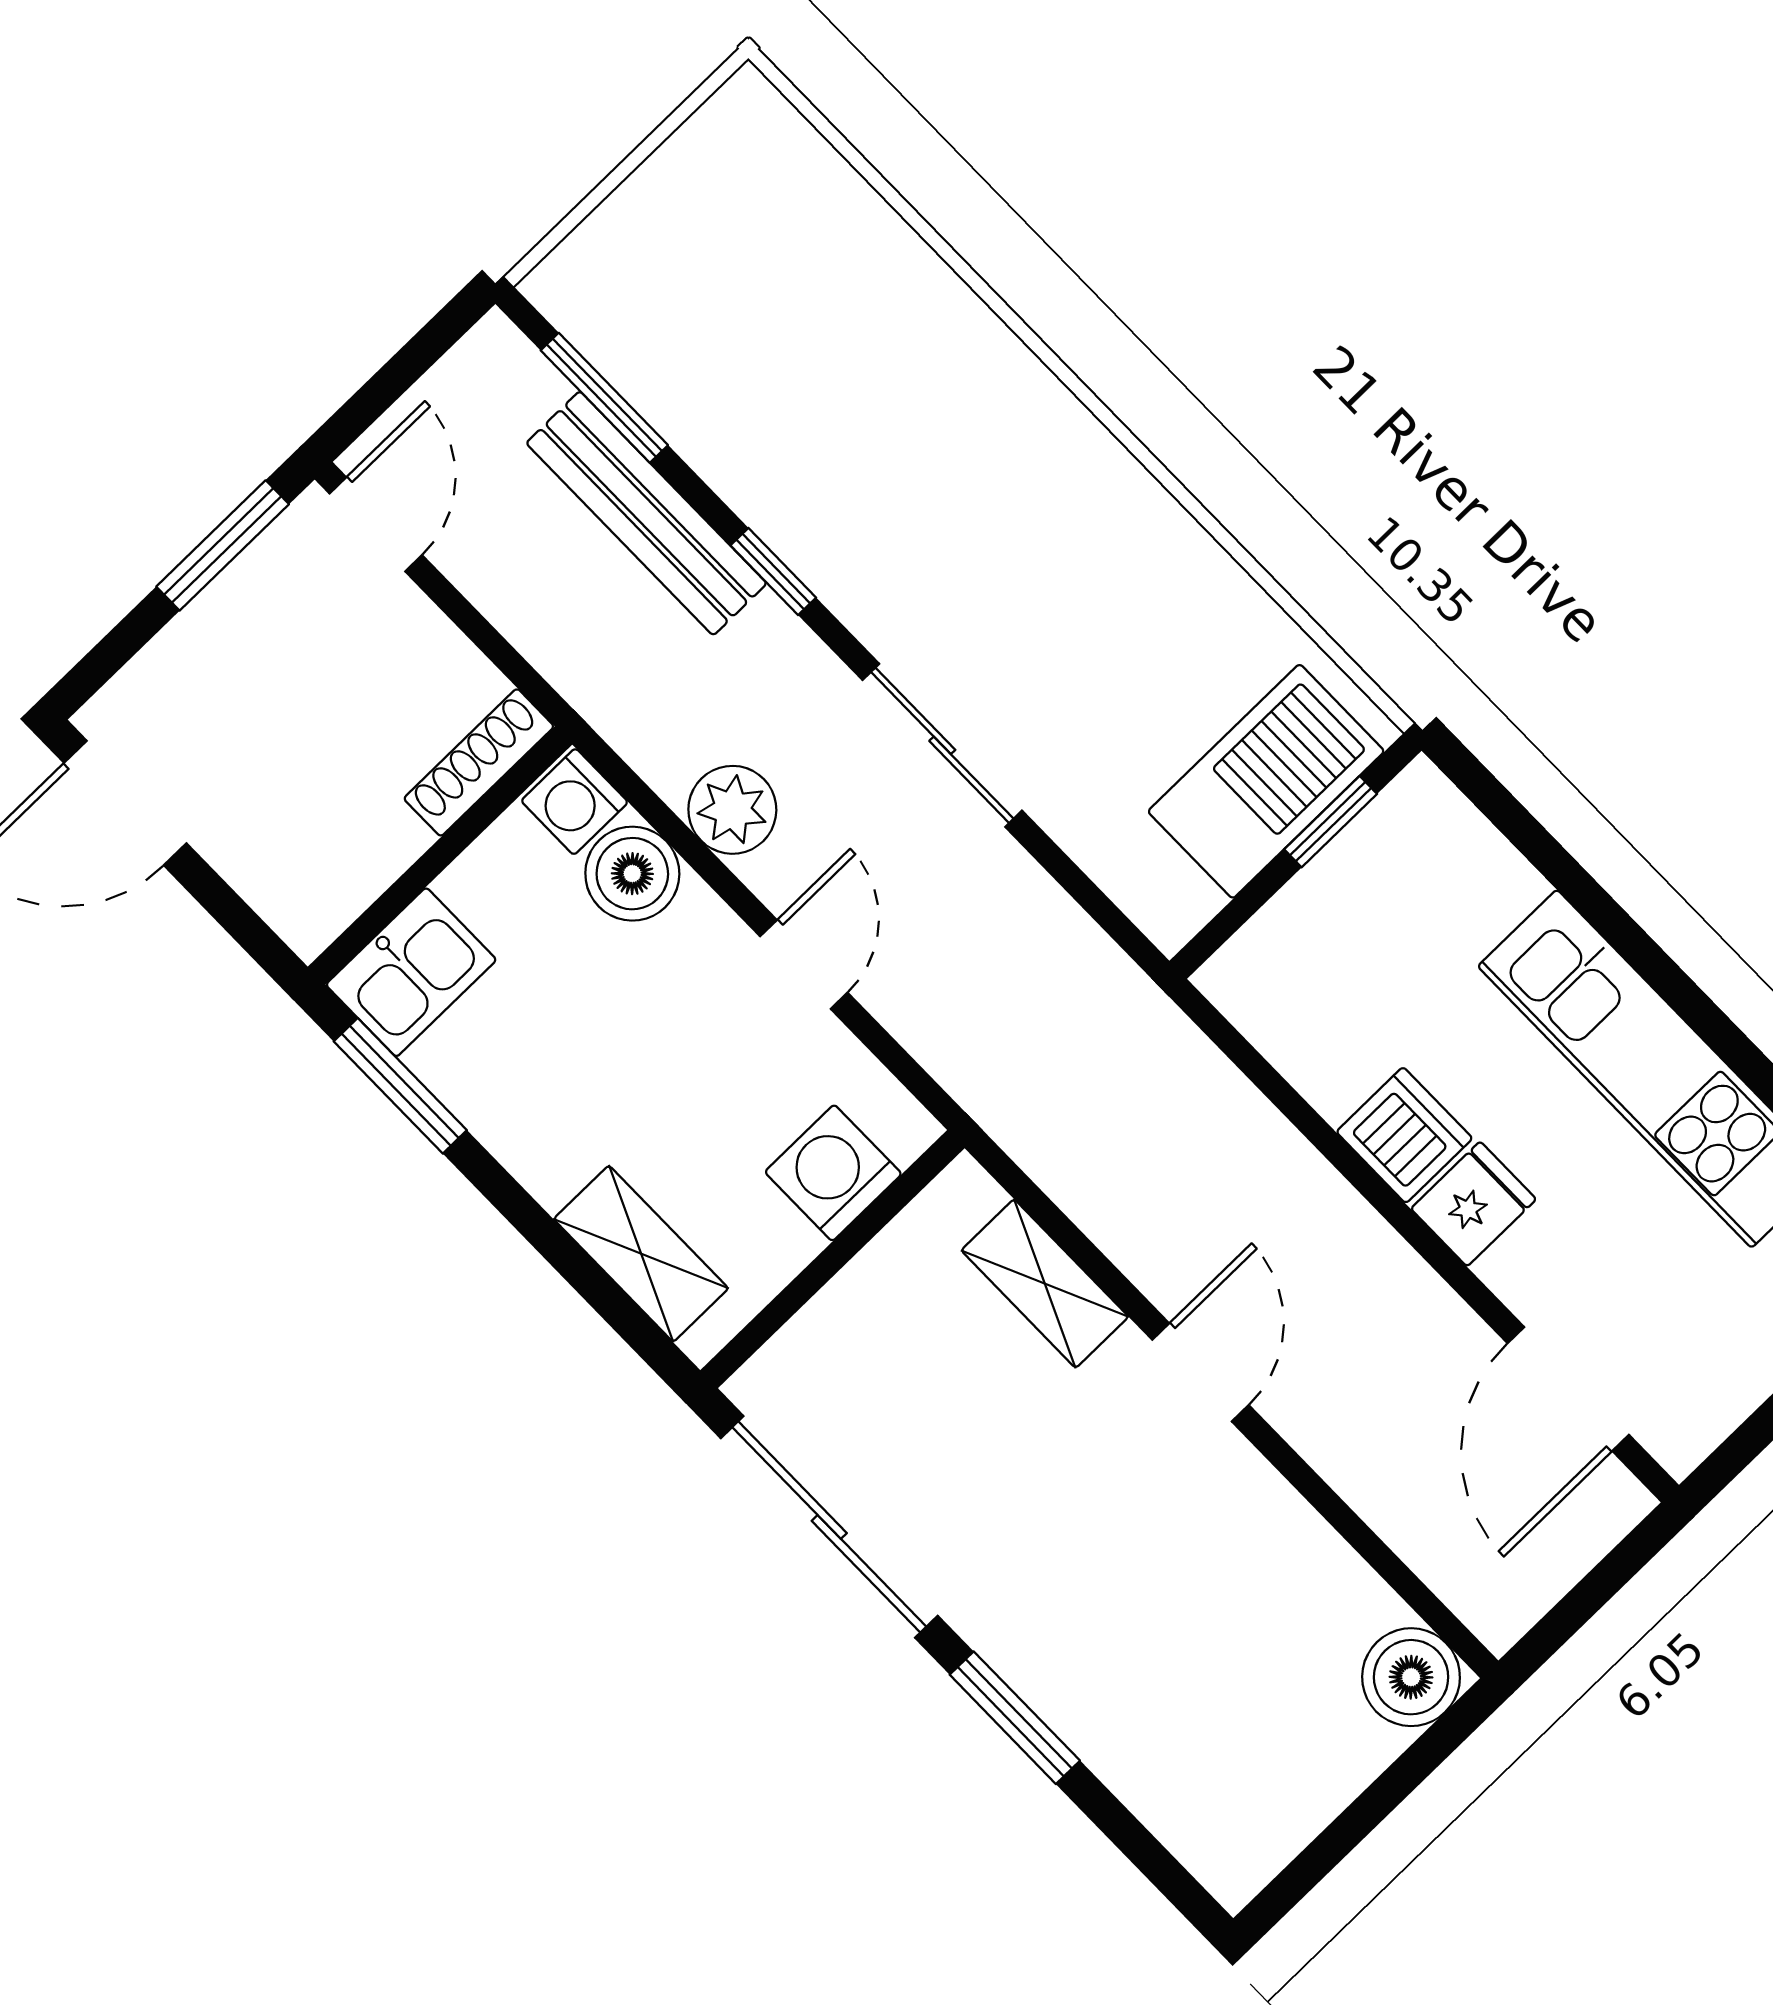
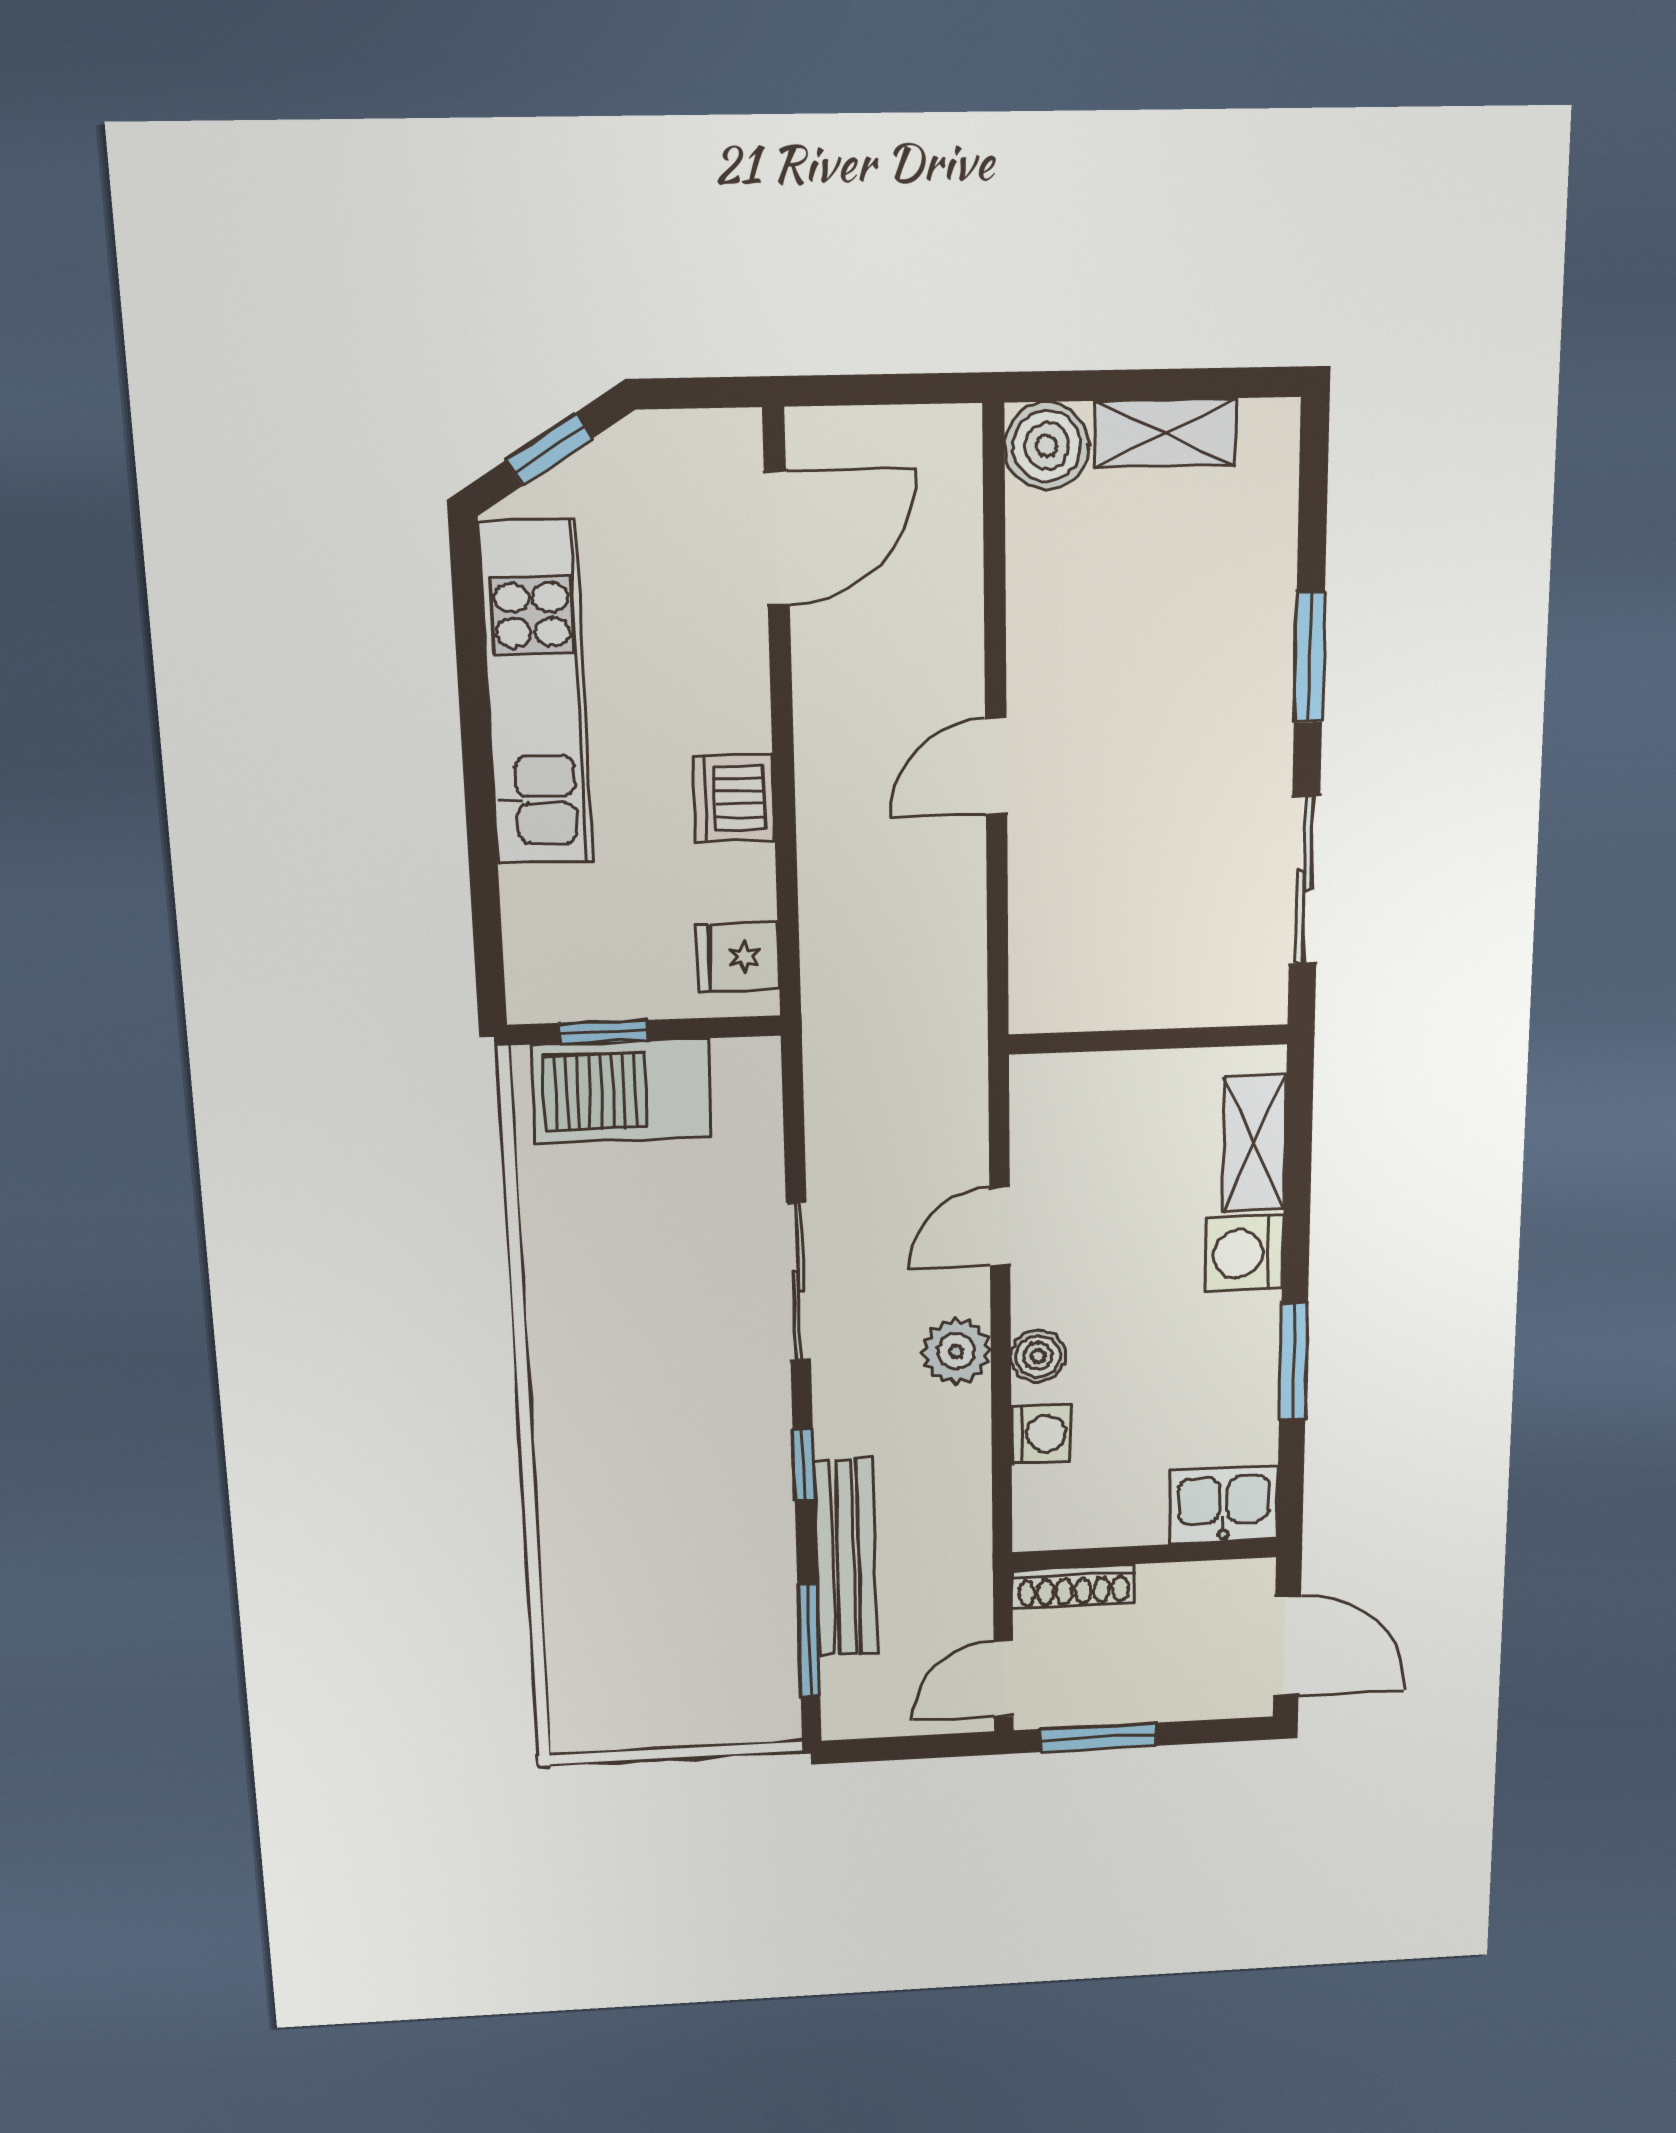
shoe rack: (479, 762) -> (1074, 1586), moved
wall: (440, 856) -> (1145, 1555), moved
boiler: (632, 874) -> (1038, 1356), width x0.73, depth x0.73
kitchen sink: (411, 972) -> (1224, 1505), moved
washing machine: (833, 1173) -> (1244, 1253), moved, turned 90
fridge: (1474, 1204) -> (738, 957), moved
shelving: (1045, 1284) -> (1166, 433), moved, turned 90
sliding door: (829, 1527) -> (1304, 881), width x0.73

